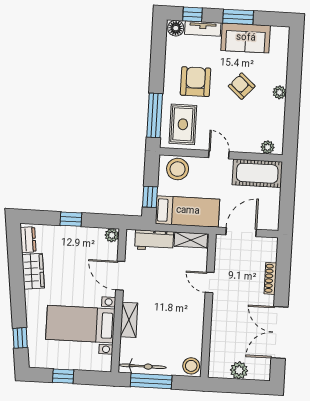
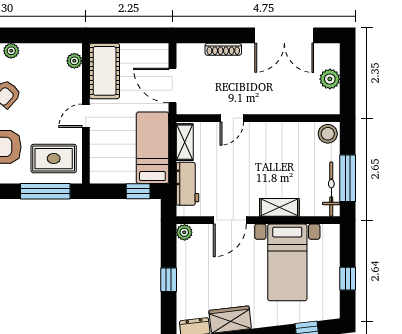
stool: (178, 169) -> (105, 162), removed

